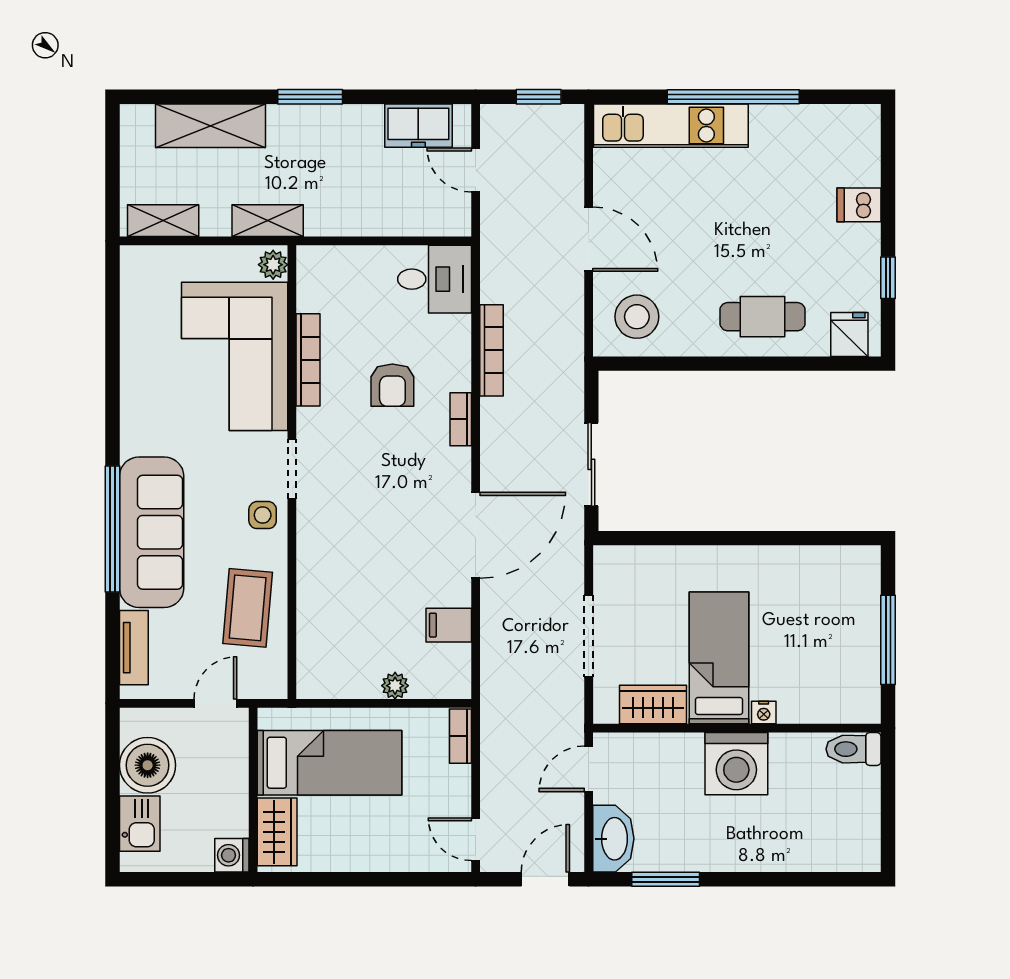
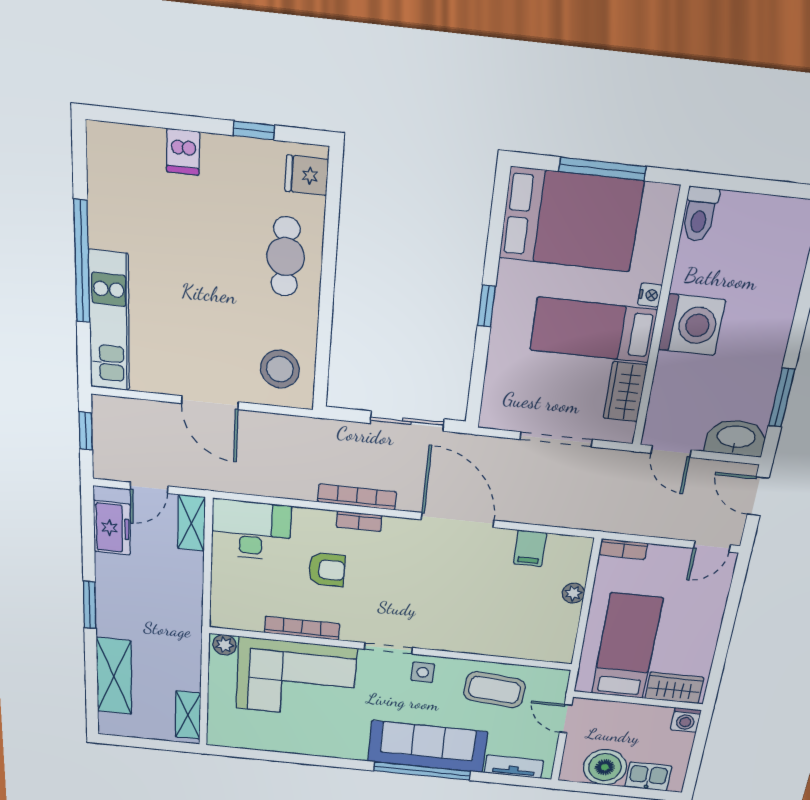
shelving: (268, 221) -> (191, 523), moved
door: (589, 239) -> (210, 403), swing flipped
desk: (435, 279) -> (251, 530), width x1.37
bookcase: (492, 350) -> (357, 497), moved
window: (733, 538) -> (486, 306), added
bed: (834, 615) -> (571, 220), added

